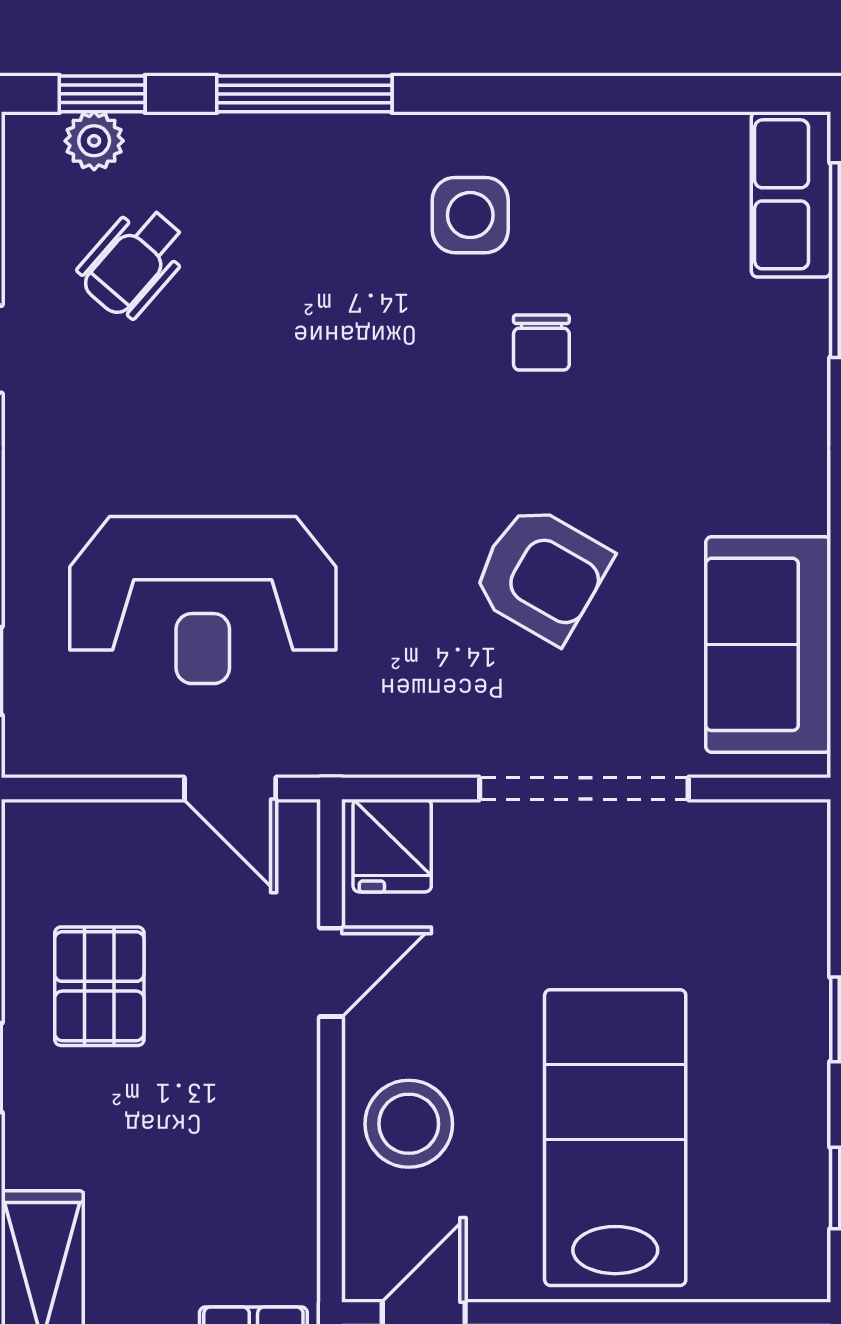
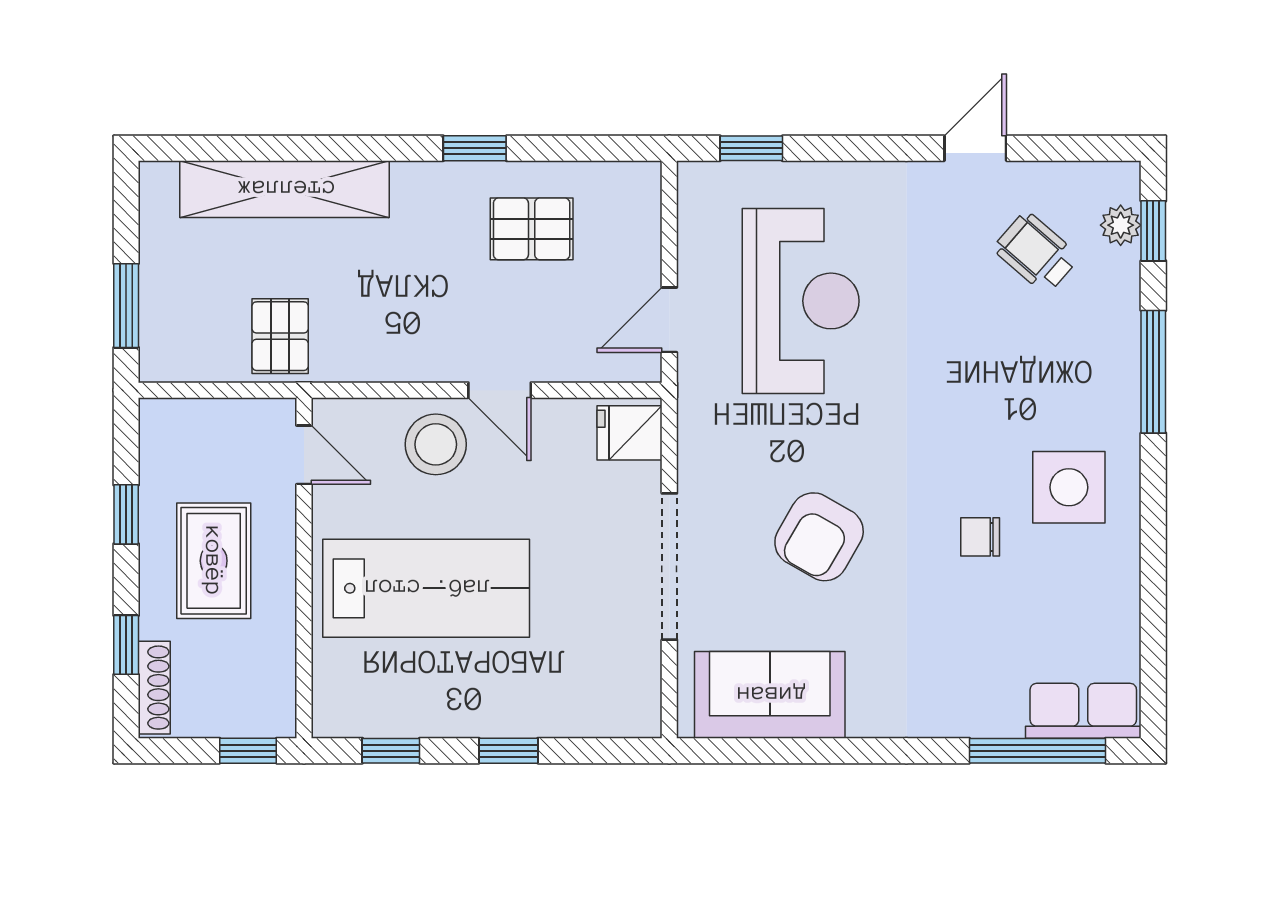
side table: (470, 215) -> (1069, 487), width x1.37, depth x1.37
reception desk: (203, 600) -> (801, 301), turned 180
door: (331, 972) -> (500, 390), moved

